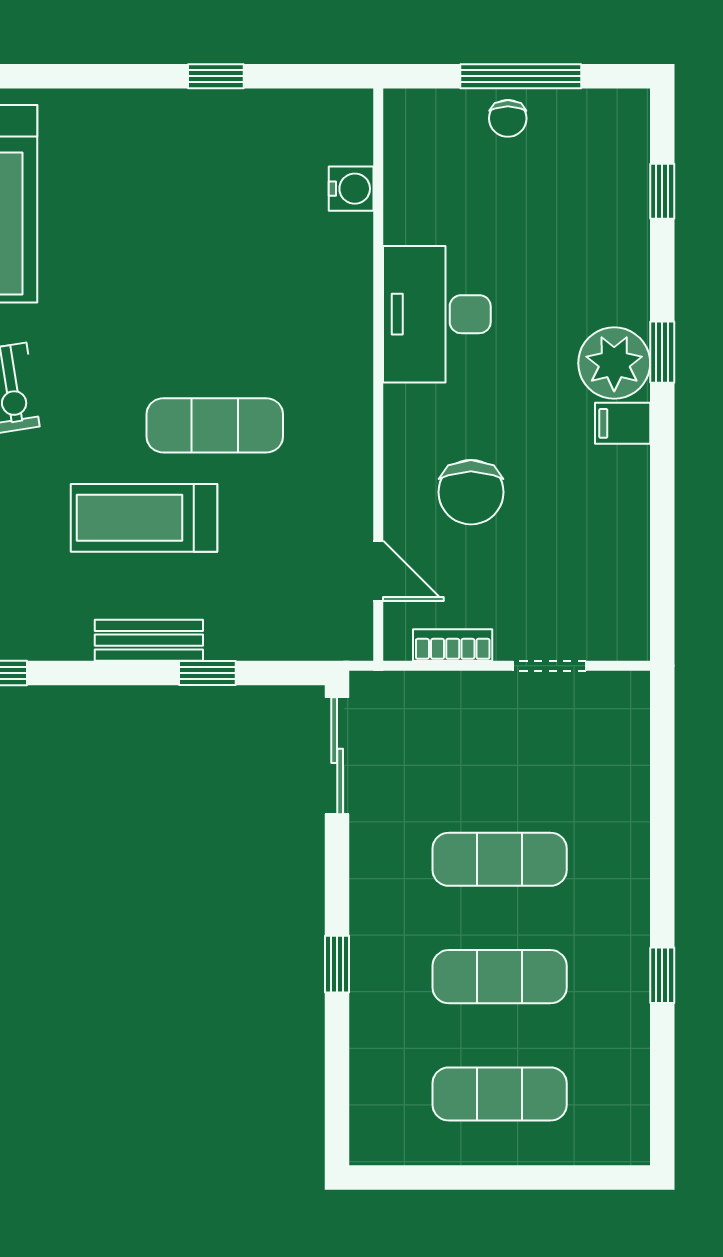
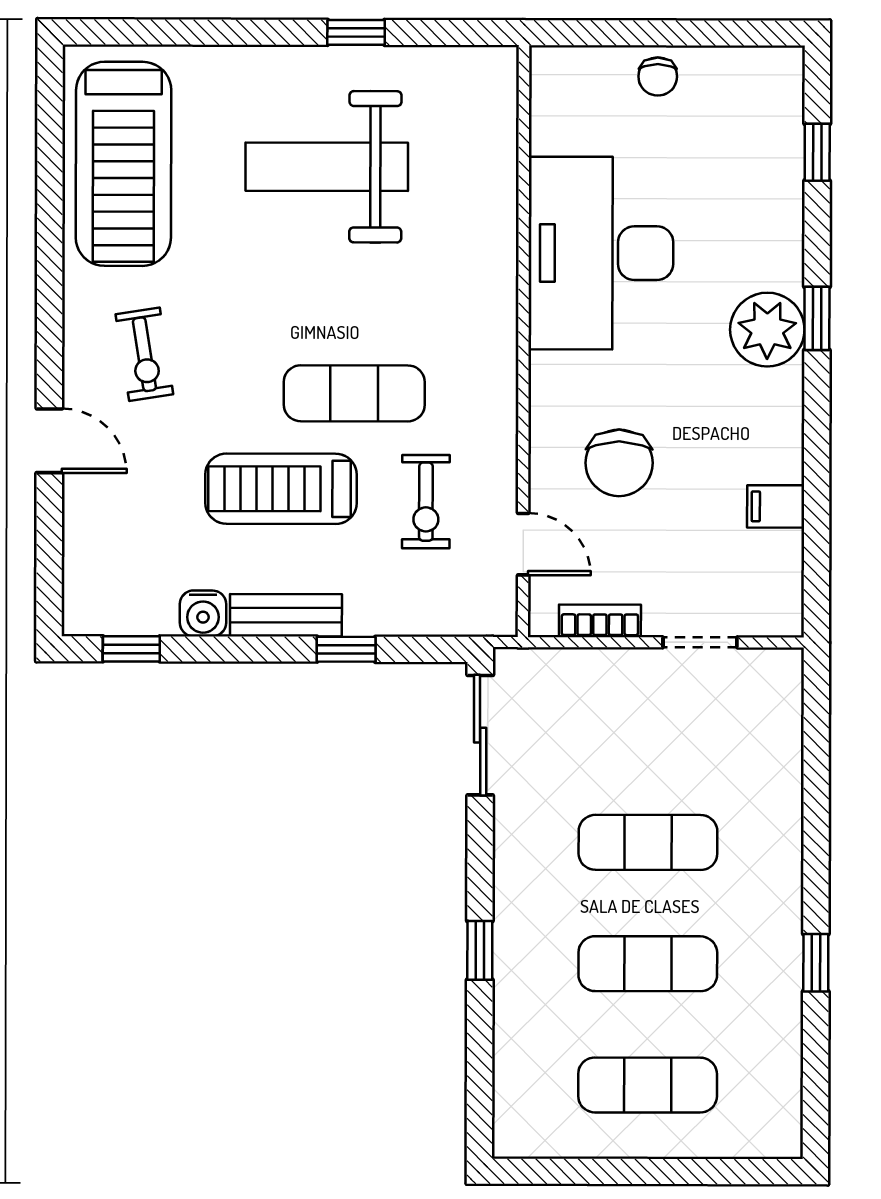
window: (521, 76) -> (671, 33), removed
water cooler: (351, 189) -> (203, 613), moved, turned 90
weight bench: (188, 206) -> (327, 167), added
desk: (437, 314) -> (601, 253), width x1.36, depth x1.30
filing cabinet: (623, 423) -> (776, 506), moved
exercise bike: (284, 530) -> (426, 502), added

